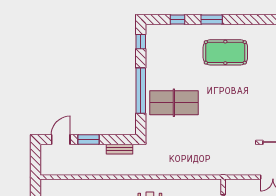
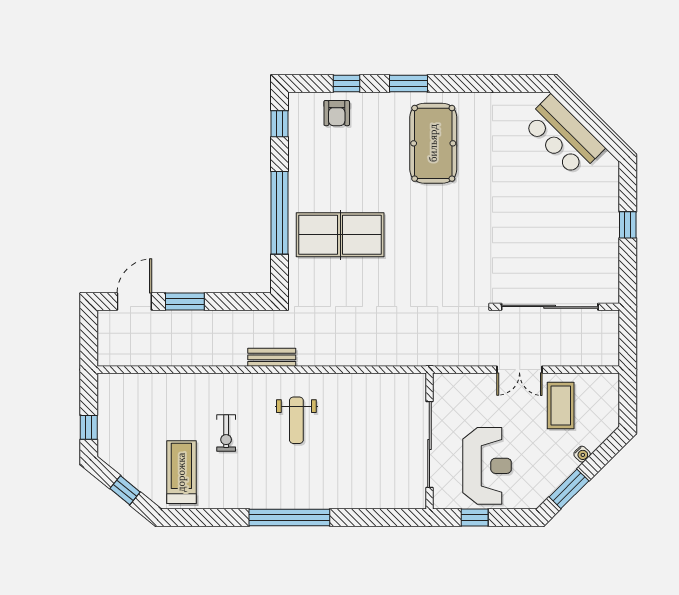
armchair: (172, 36) -> (337, 113), added
pool table: (225, 52) -> (433, 143), turned 90
bench: (119, 149) -> (272, 357), moved

